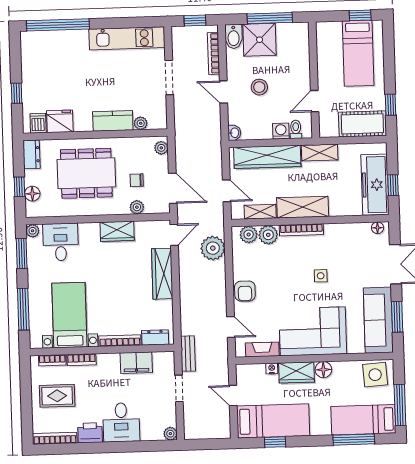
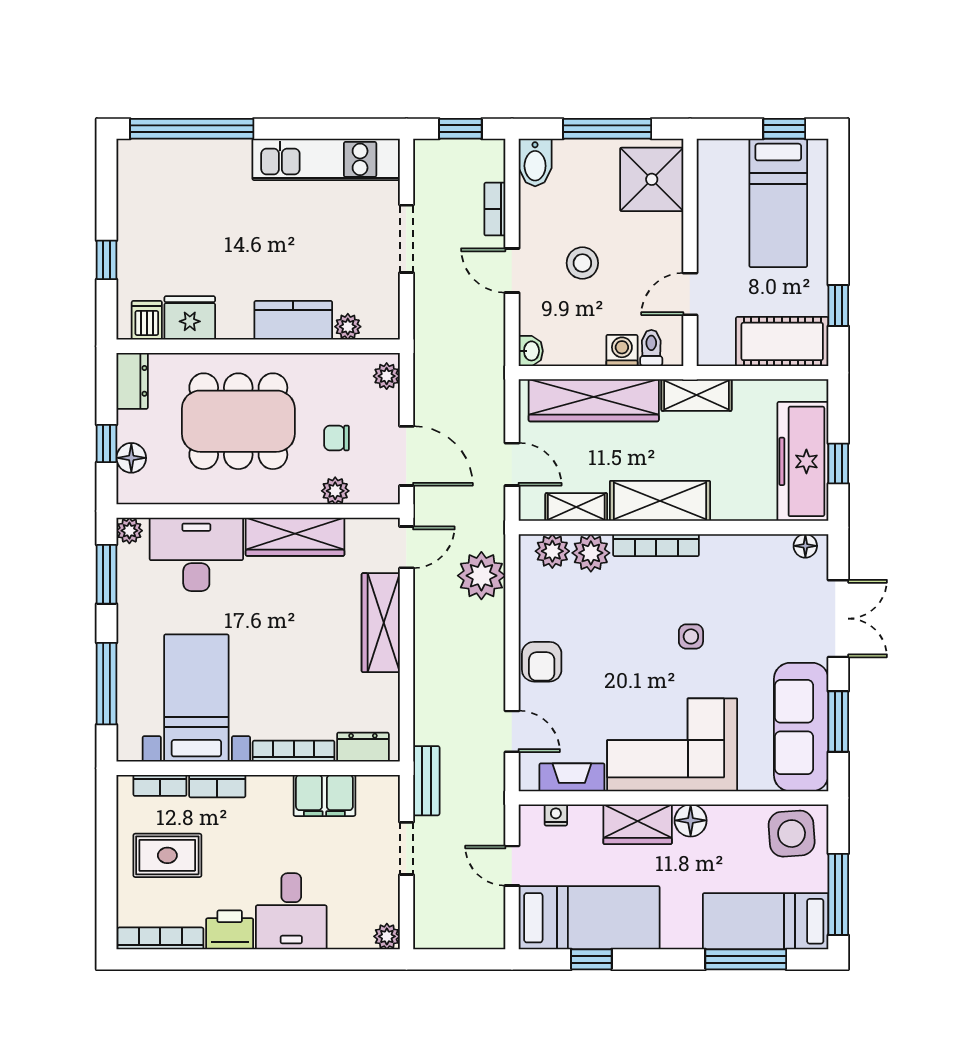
shower: (260, 40) -> (652, 179), moved
bookcase: (214, 53) -> (495, 209), width x0.64
wardrobe: (117, 231) -> (295, 537), width x1.50
desk: (61, 242) -> (196, 554), width x1.37
nightstand: (272, 368) -> (556, 815), moved

